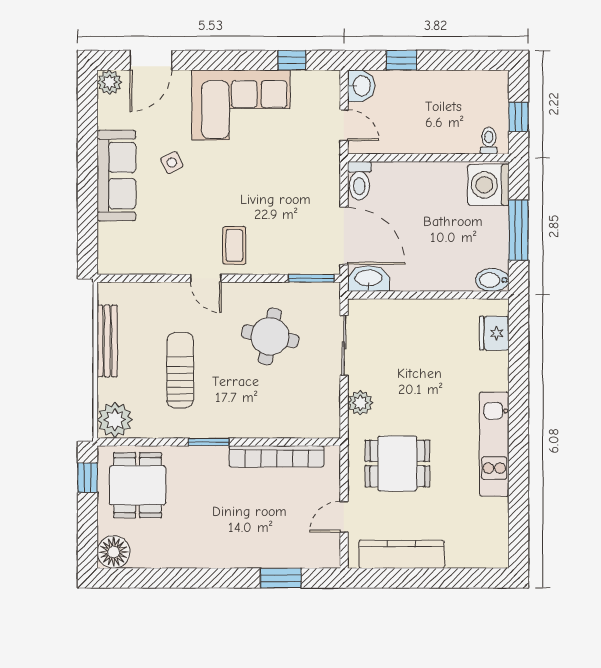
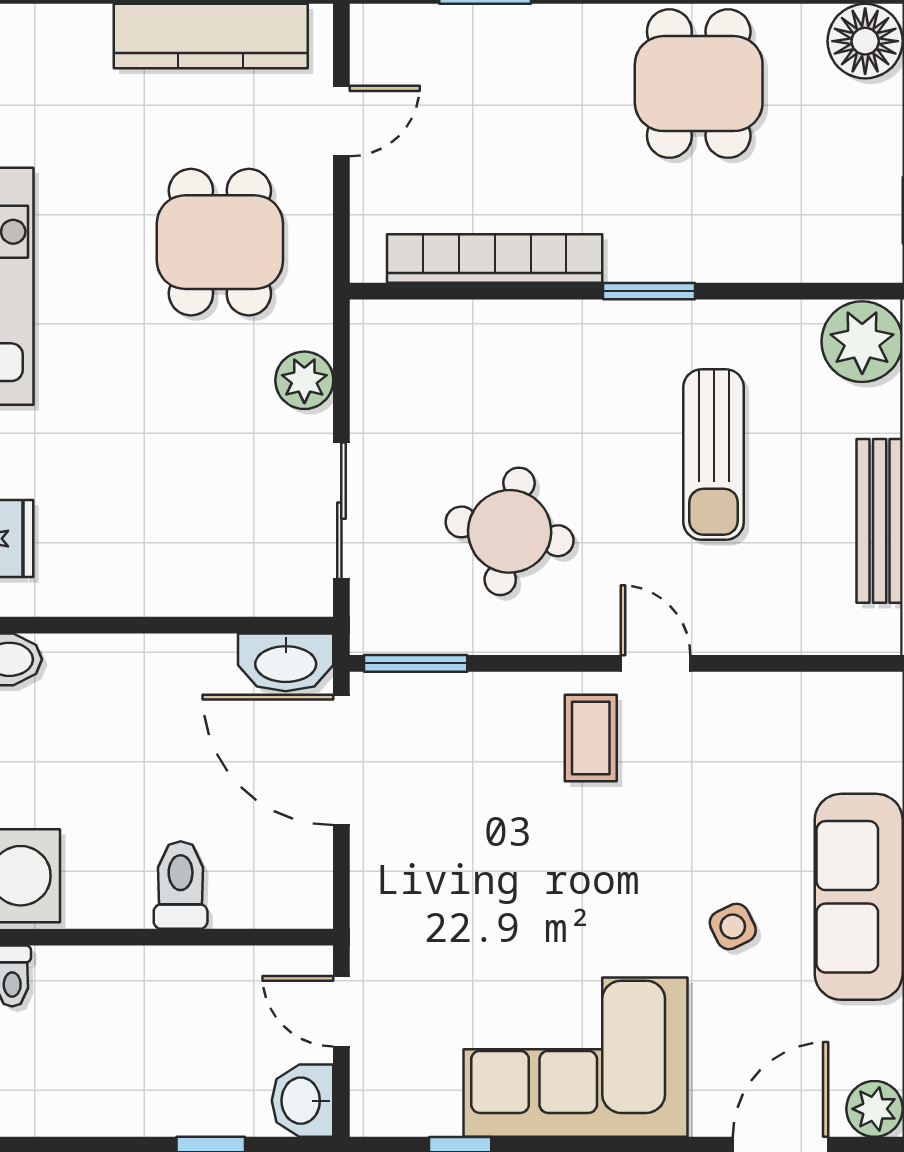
toilet: (359, 181) -> (181, 885), moved
dining table: (397, 464) -> (220, 242), turned 90
dining table: (137, 485) -> (699, 84), moved

